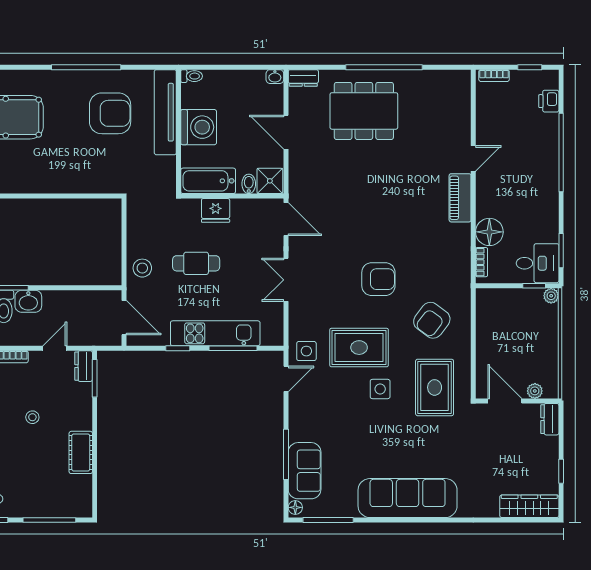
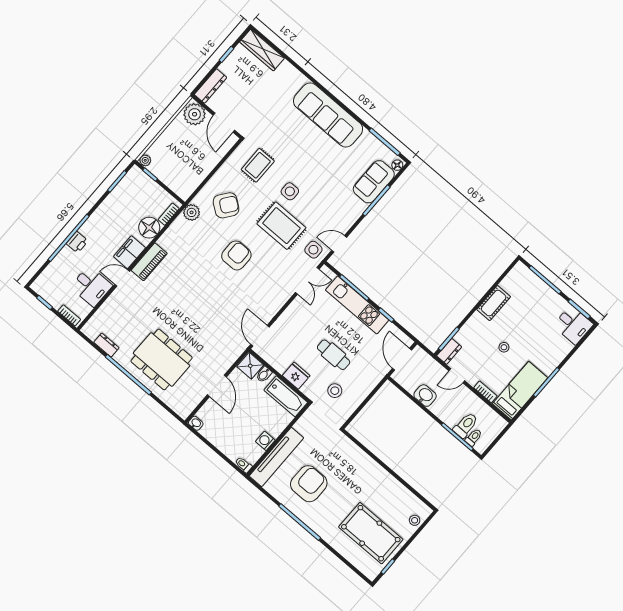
dresser: (303, 78) -> (106, 345), moved
printer: (549, 101) -> (77, 242), moved
armchair: (110, 113) -> (309, 484), turned 90
washing machine: (199, 127) -> (265, 441), width x0.53, depth x0.53
filing cabinet: (488, 191) -> (130, 252), added
desk: (538, 263) -> (91, 286), moved, turned 180
stool: (142, 268) -> (335, 391), moved
armchair: (378, 279) -> (236, 255), turned 90
double door: (286, 280) -> (307, 281), moved
plant: (460, 284) -> (192, 212), added
washbasin: (28, 301) -> (425, 396), moved
rug: (435, 387) -> (258, 165), width x0.73, depth x0.70
plant: (535, 391) -> (195, 114), width x1.88, depth x1.88
dresser: (550, 419) -> (211, 86), width x1.44

